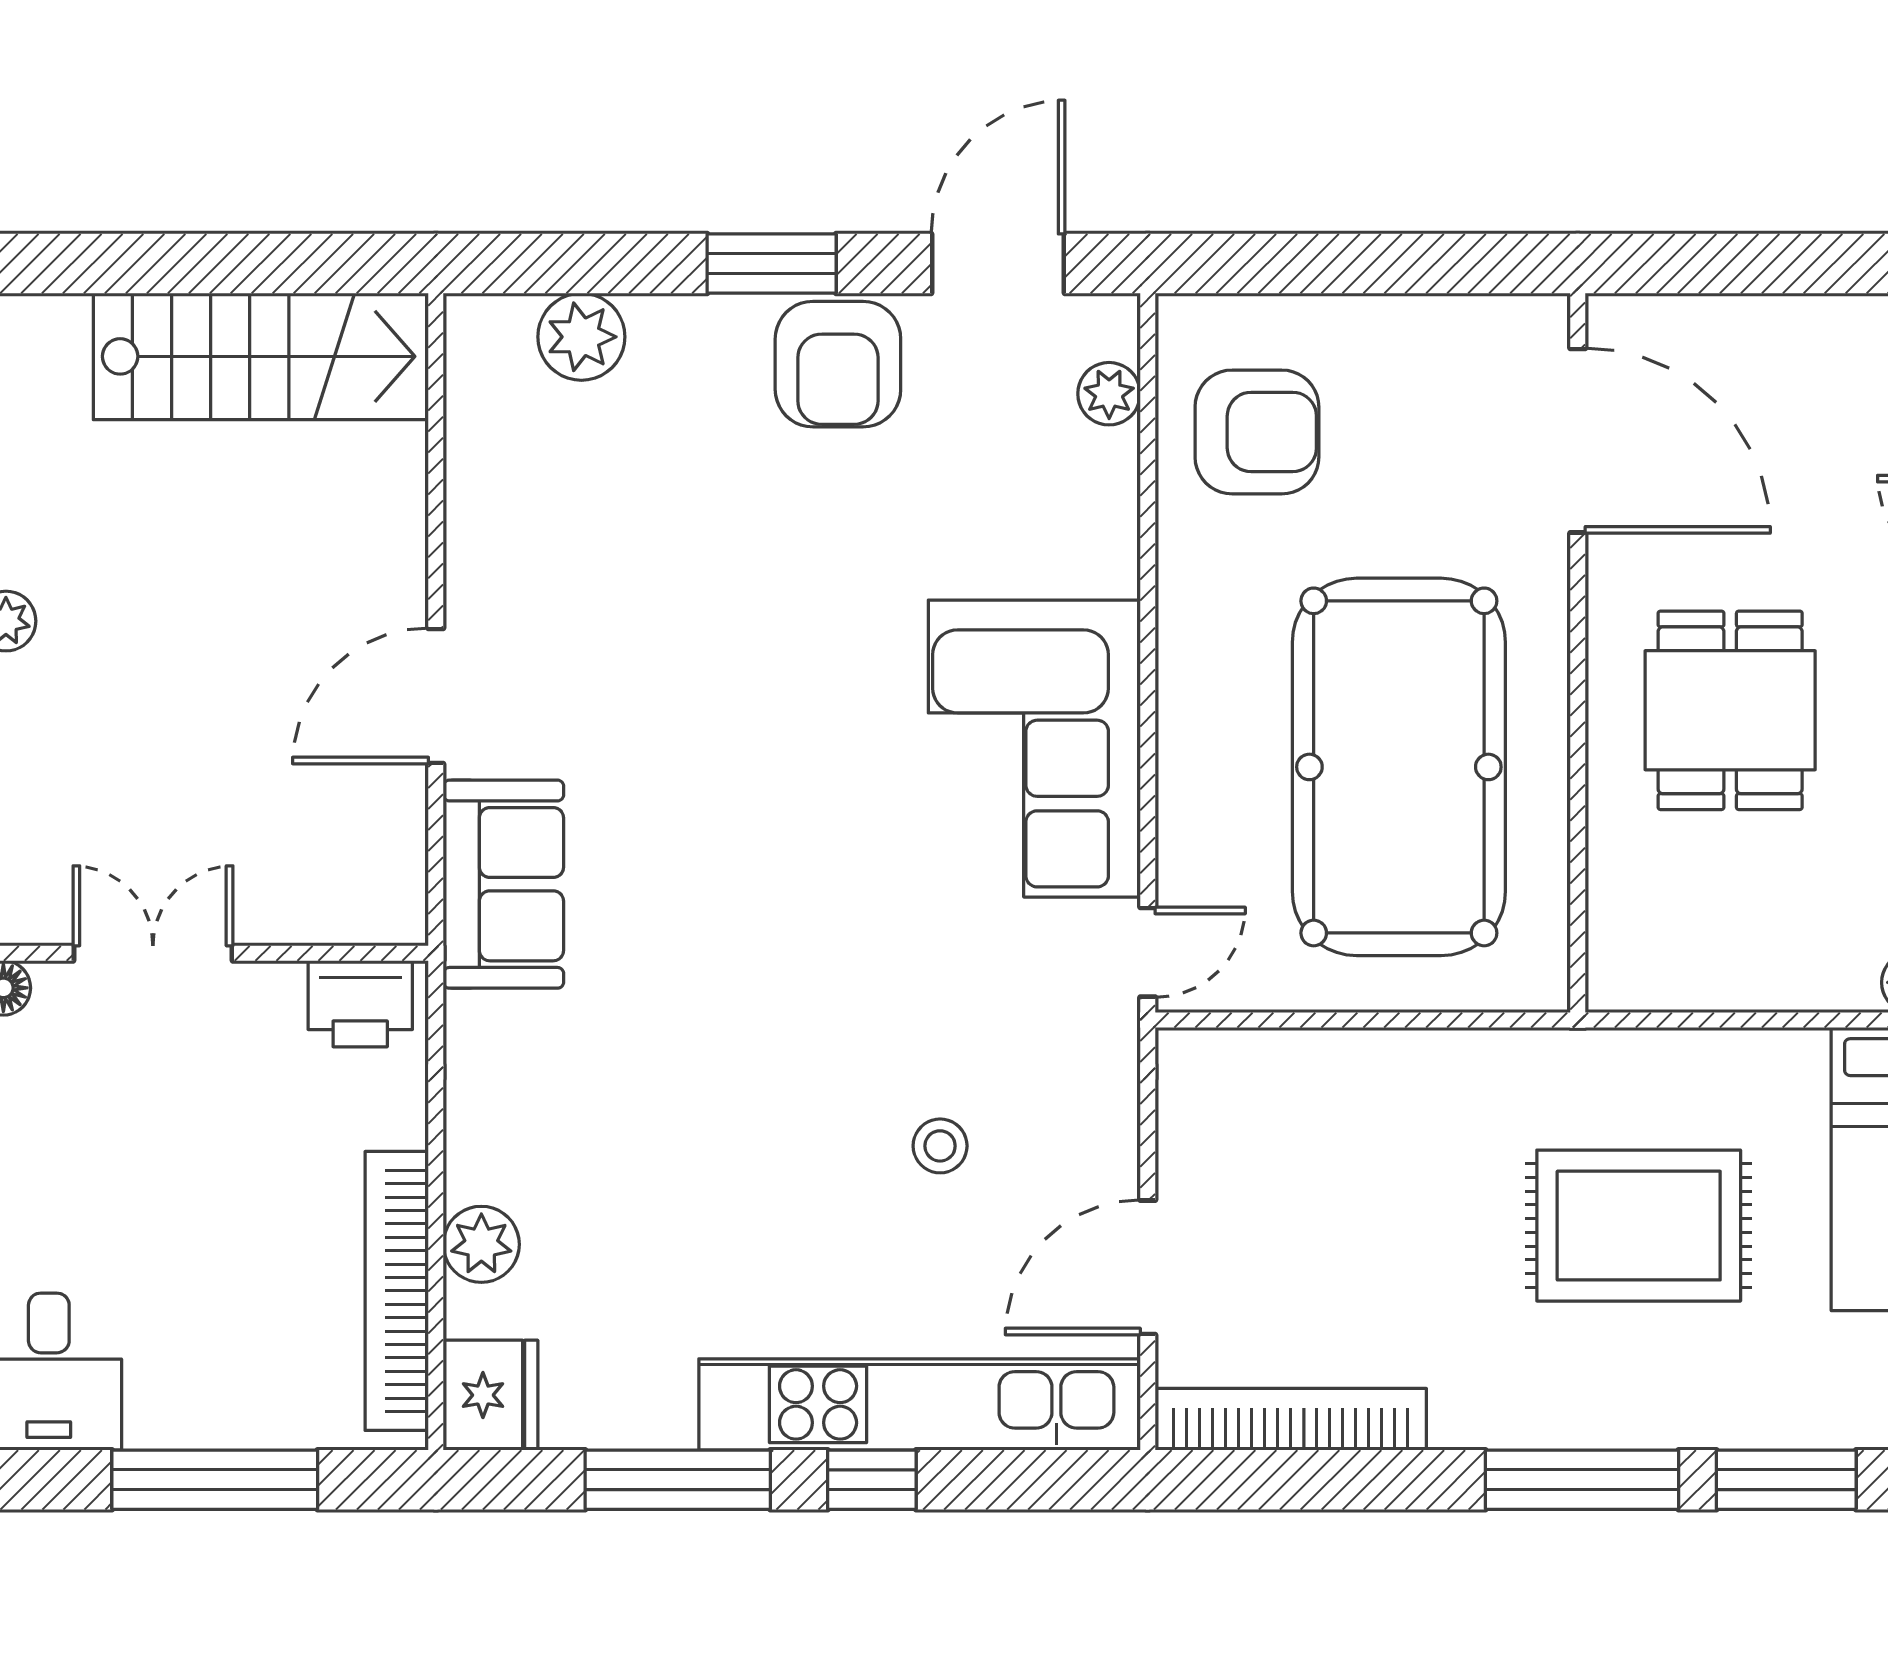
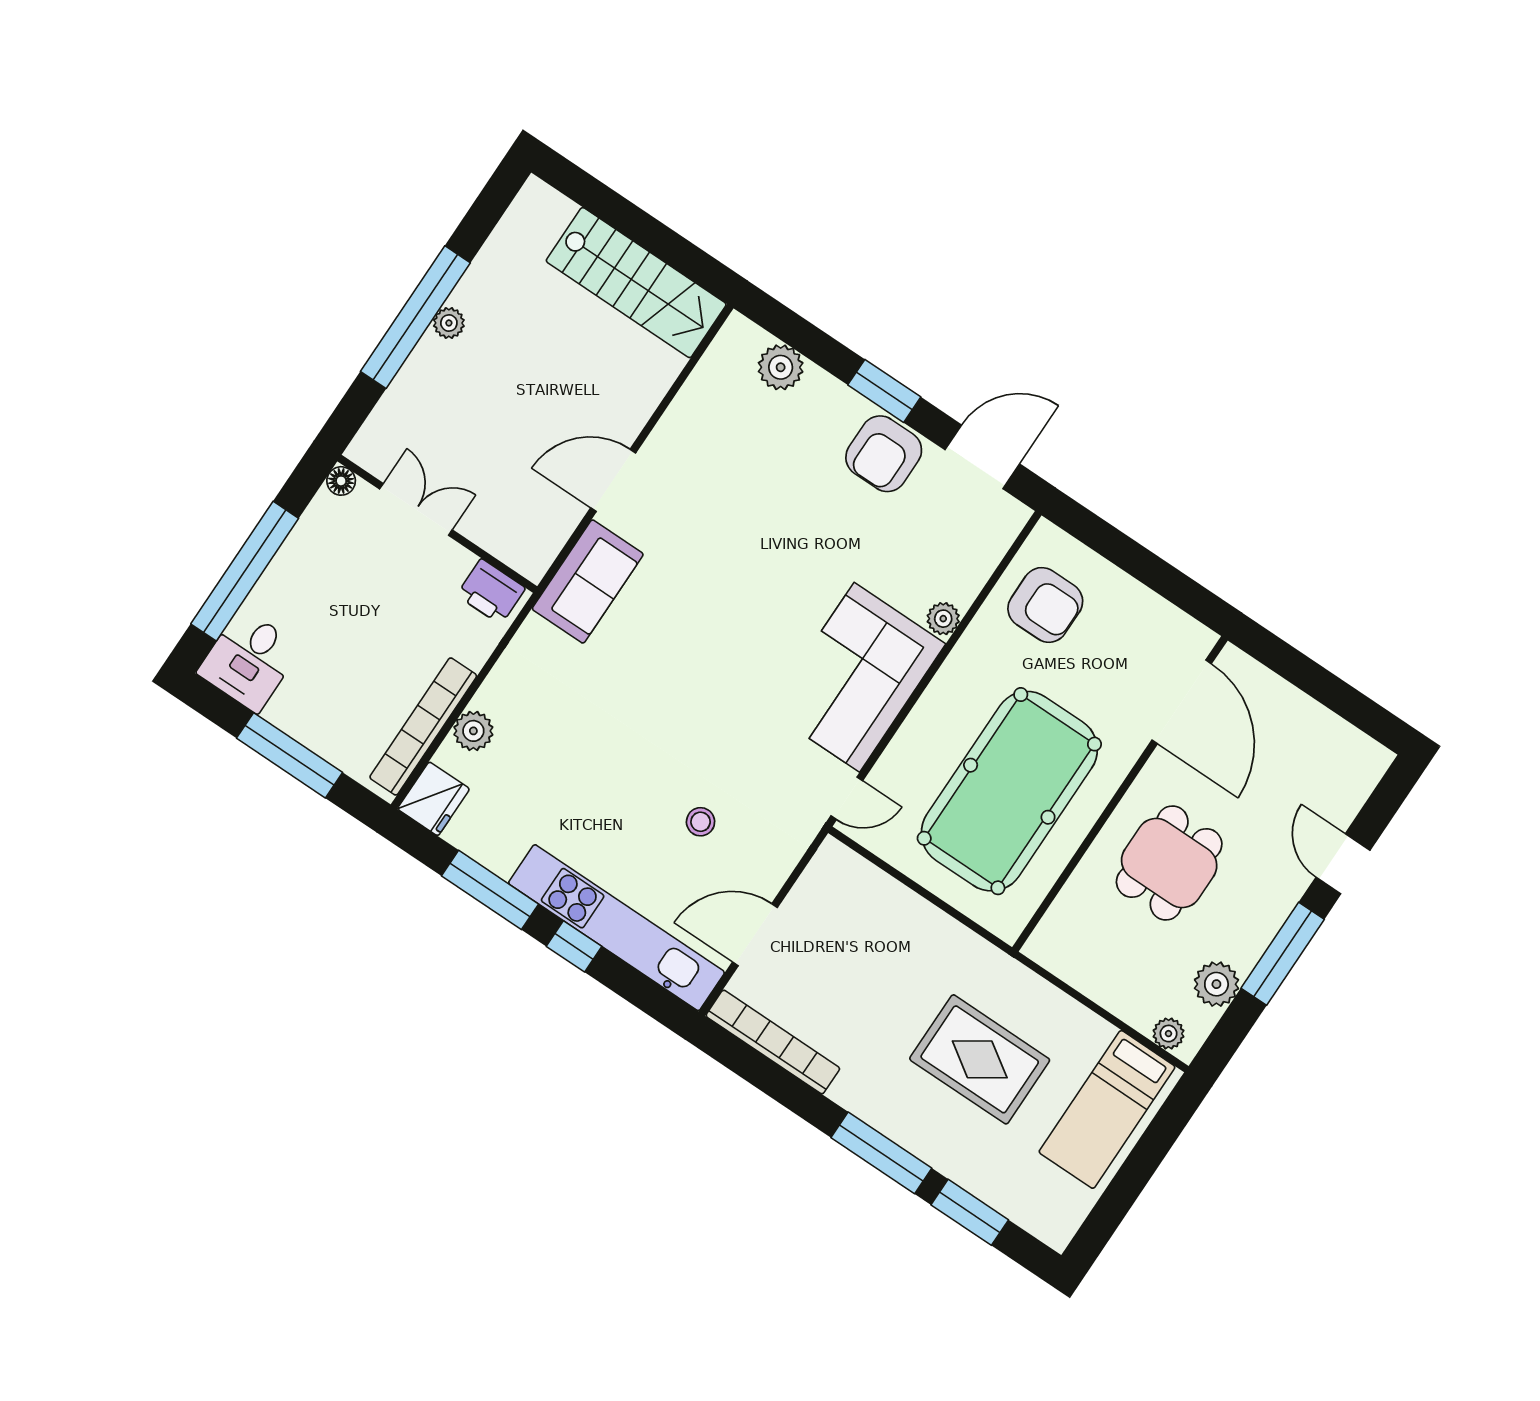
plant: (1109, 394) -> (943, 619), moved

